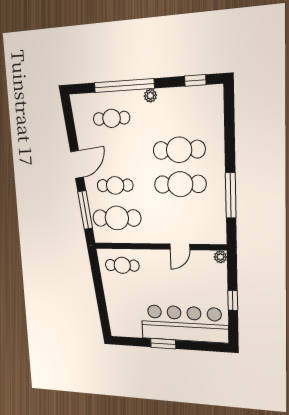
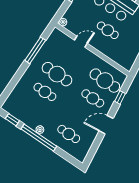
window: (124, 86) -> (39, 138), moved
cafe table: (179, 150) -> (45, 92), width x0.73, depth x0.74
window: (85, 210) -> (120, 97), width x0.46
cafe table: (122, 265) -> (108, 30), moved

